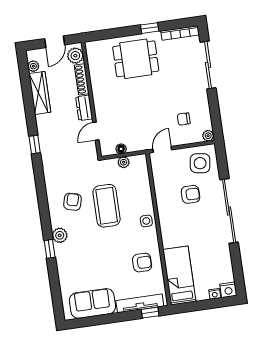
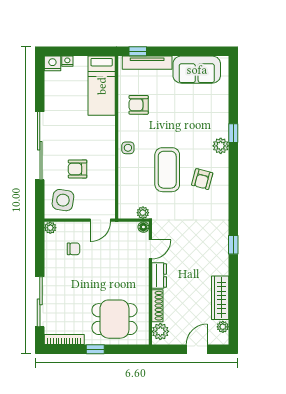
plant: (75, 56) -> (160, 331), moved
shoe rack: (82, 79) -> (157, 306), moved
wall: (91, 100) -> (150, 283), moved
dresser: (84, 108) -> (159, 275), moved
door: (96, 131) -> (150, 249), moved

